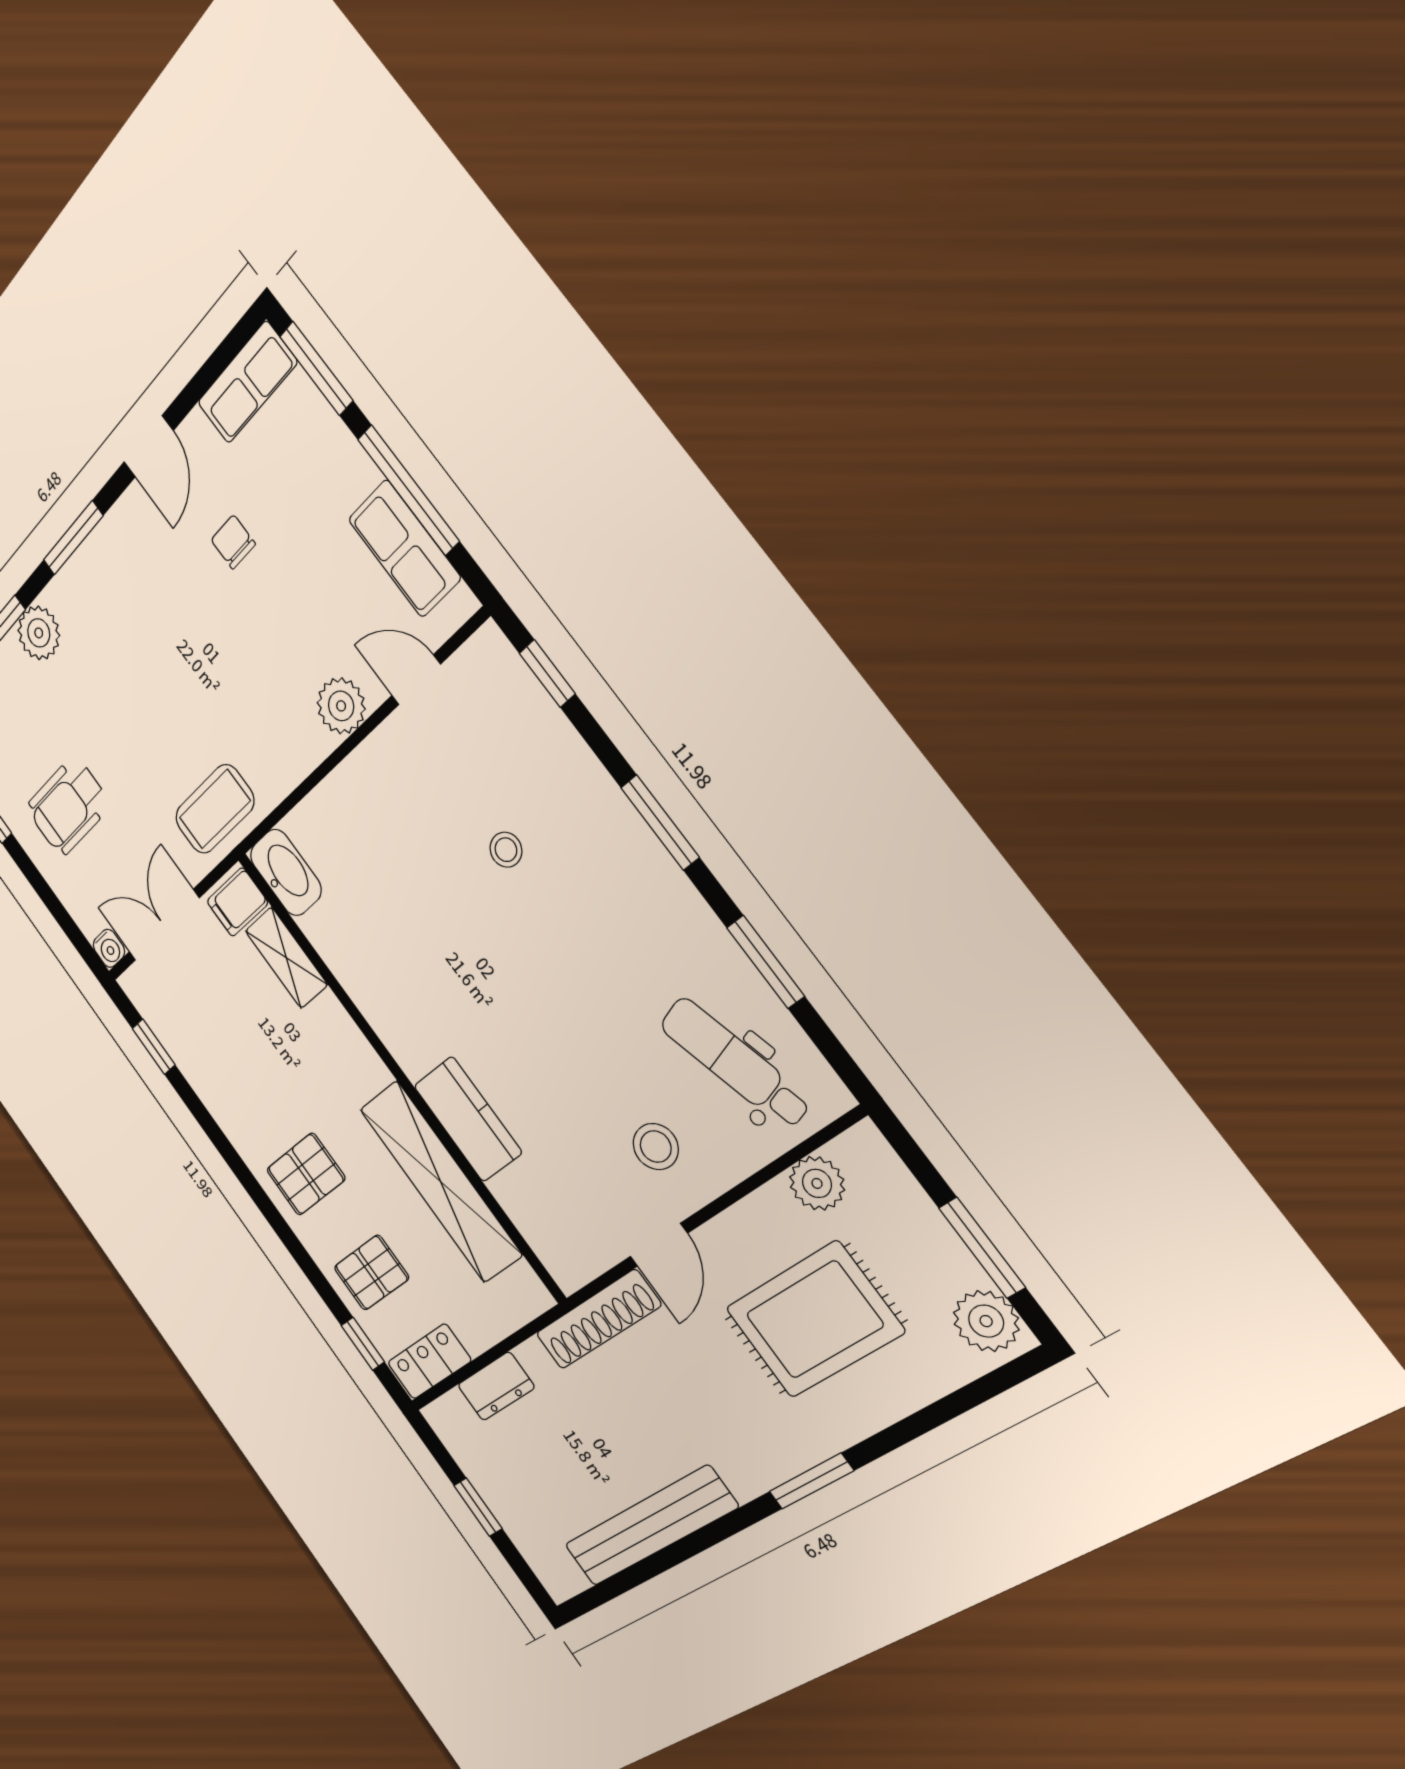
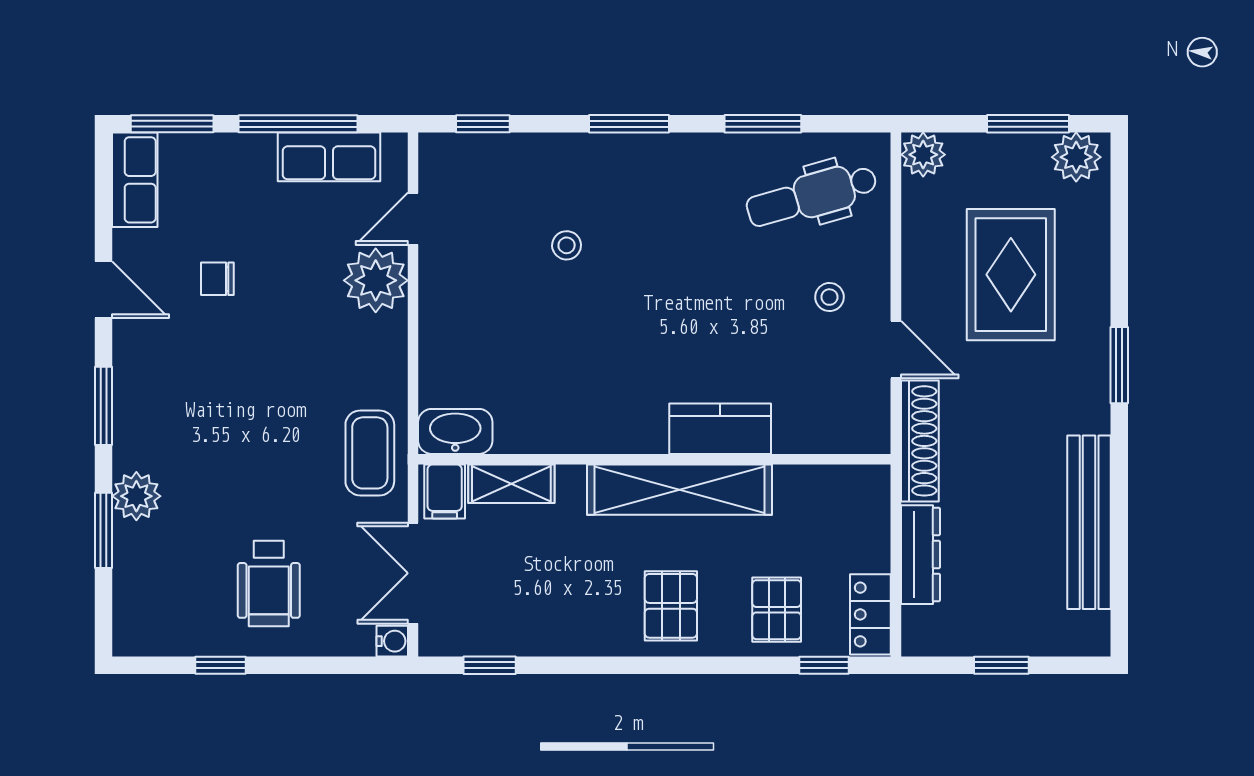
plant: (341, 706) -> (376, 280), width x1.36, depth x1.36
stool: (656, 1147) -> (829, 297), width x0.73, depth x0.73
shelving: (441, 1182) -> (679, 490), moved
plant: (817, 1183) -> (923, 155), moved
dresser: (496, 1386) -> (920, 555), width x1.44

